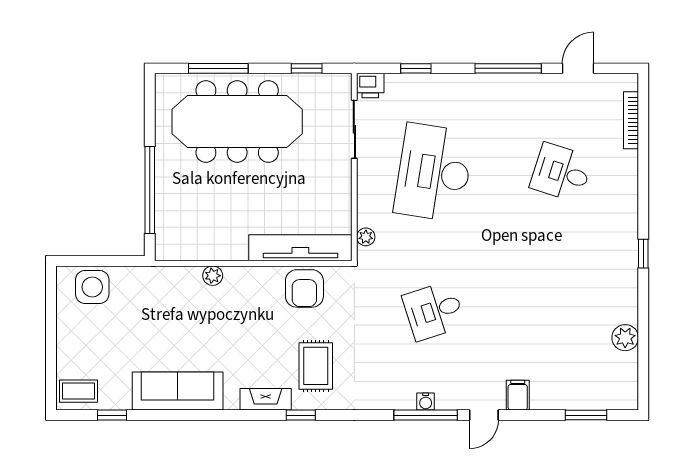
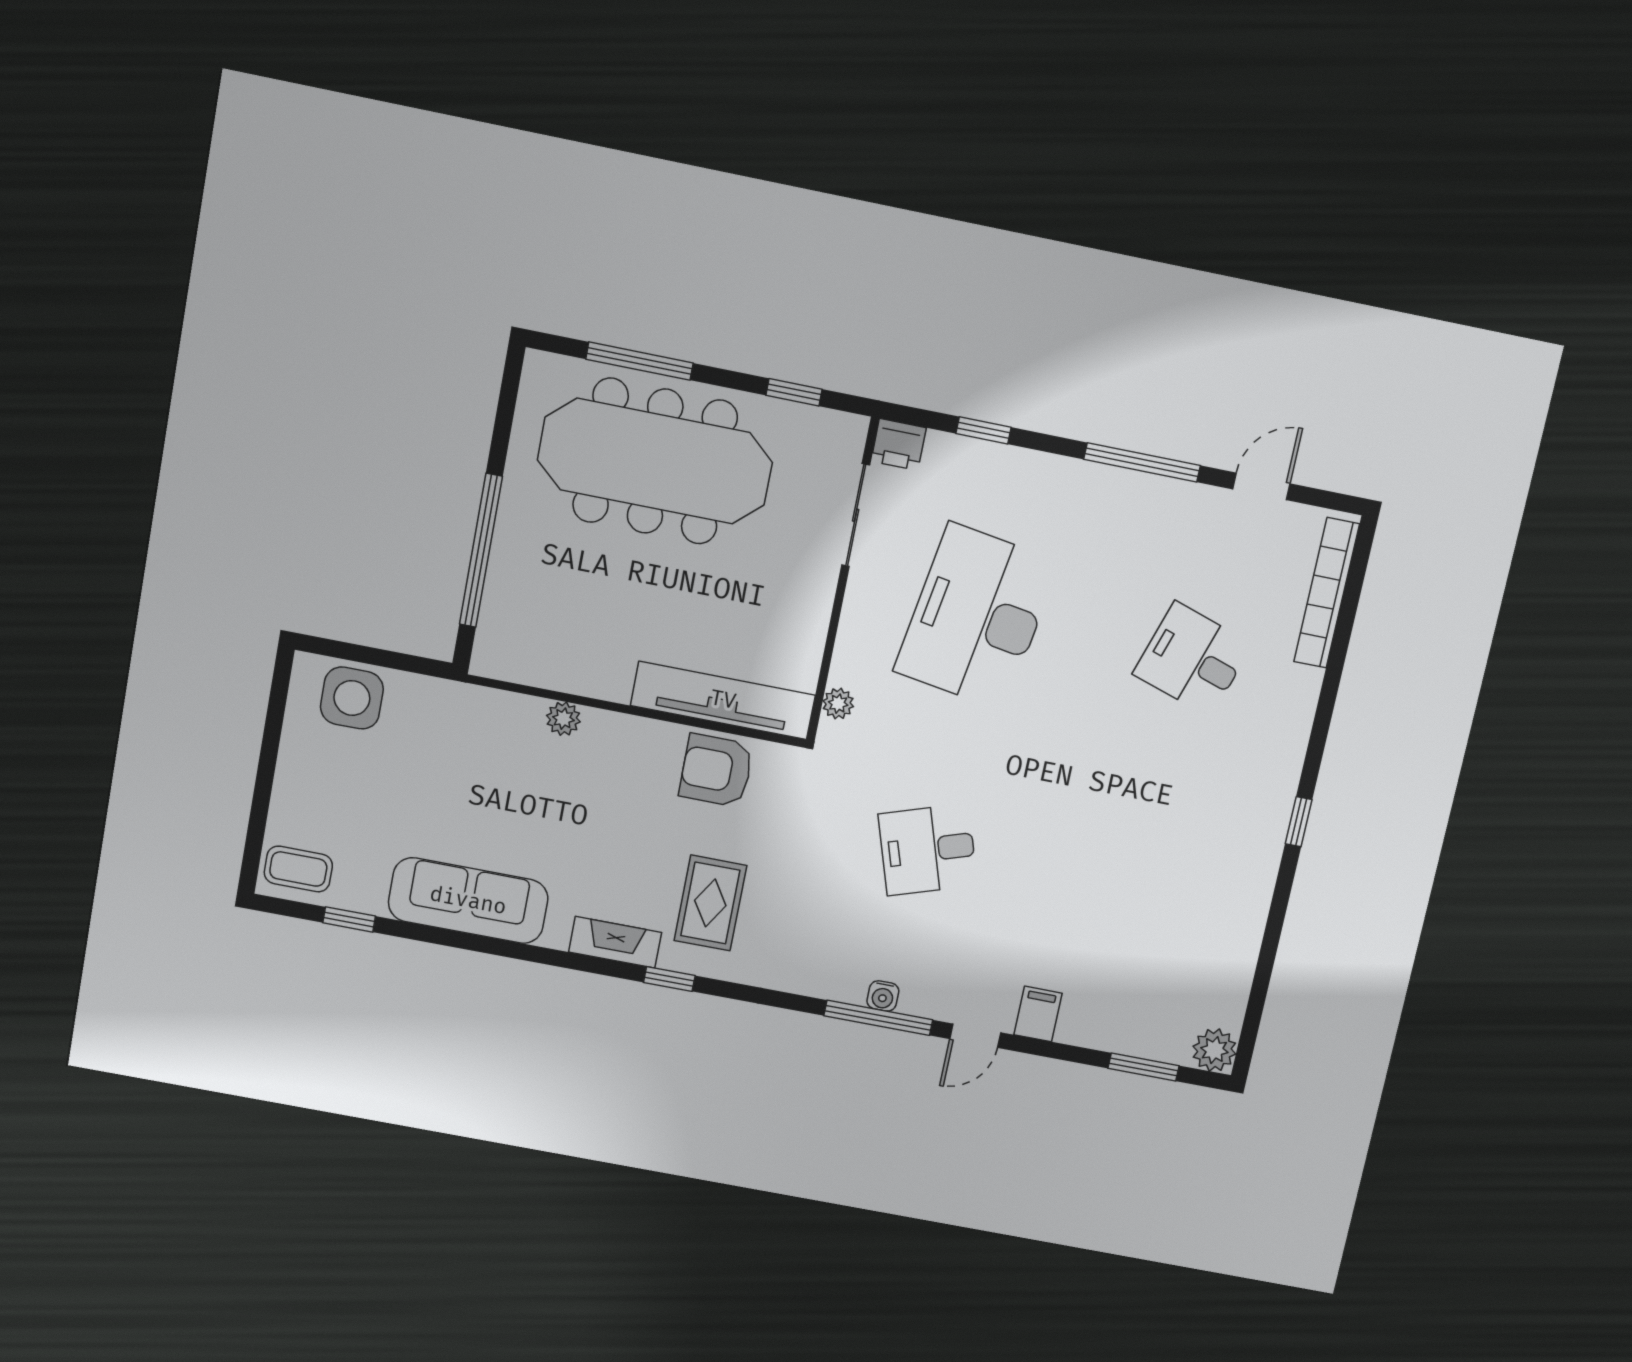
bookcase: (631, 120) -> (1327, 593), width x1.48, depth x1.31
armchair: (304, 288) -> (716, 770), turned 90
plant: (625, 338) -> (1214, 1050), moved

